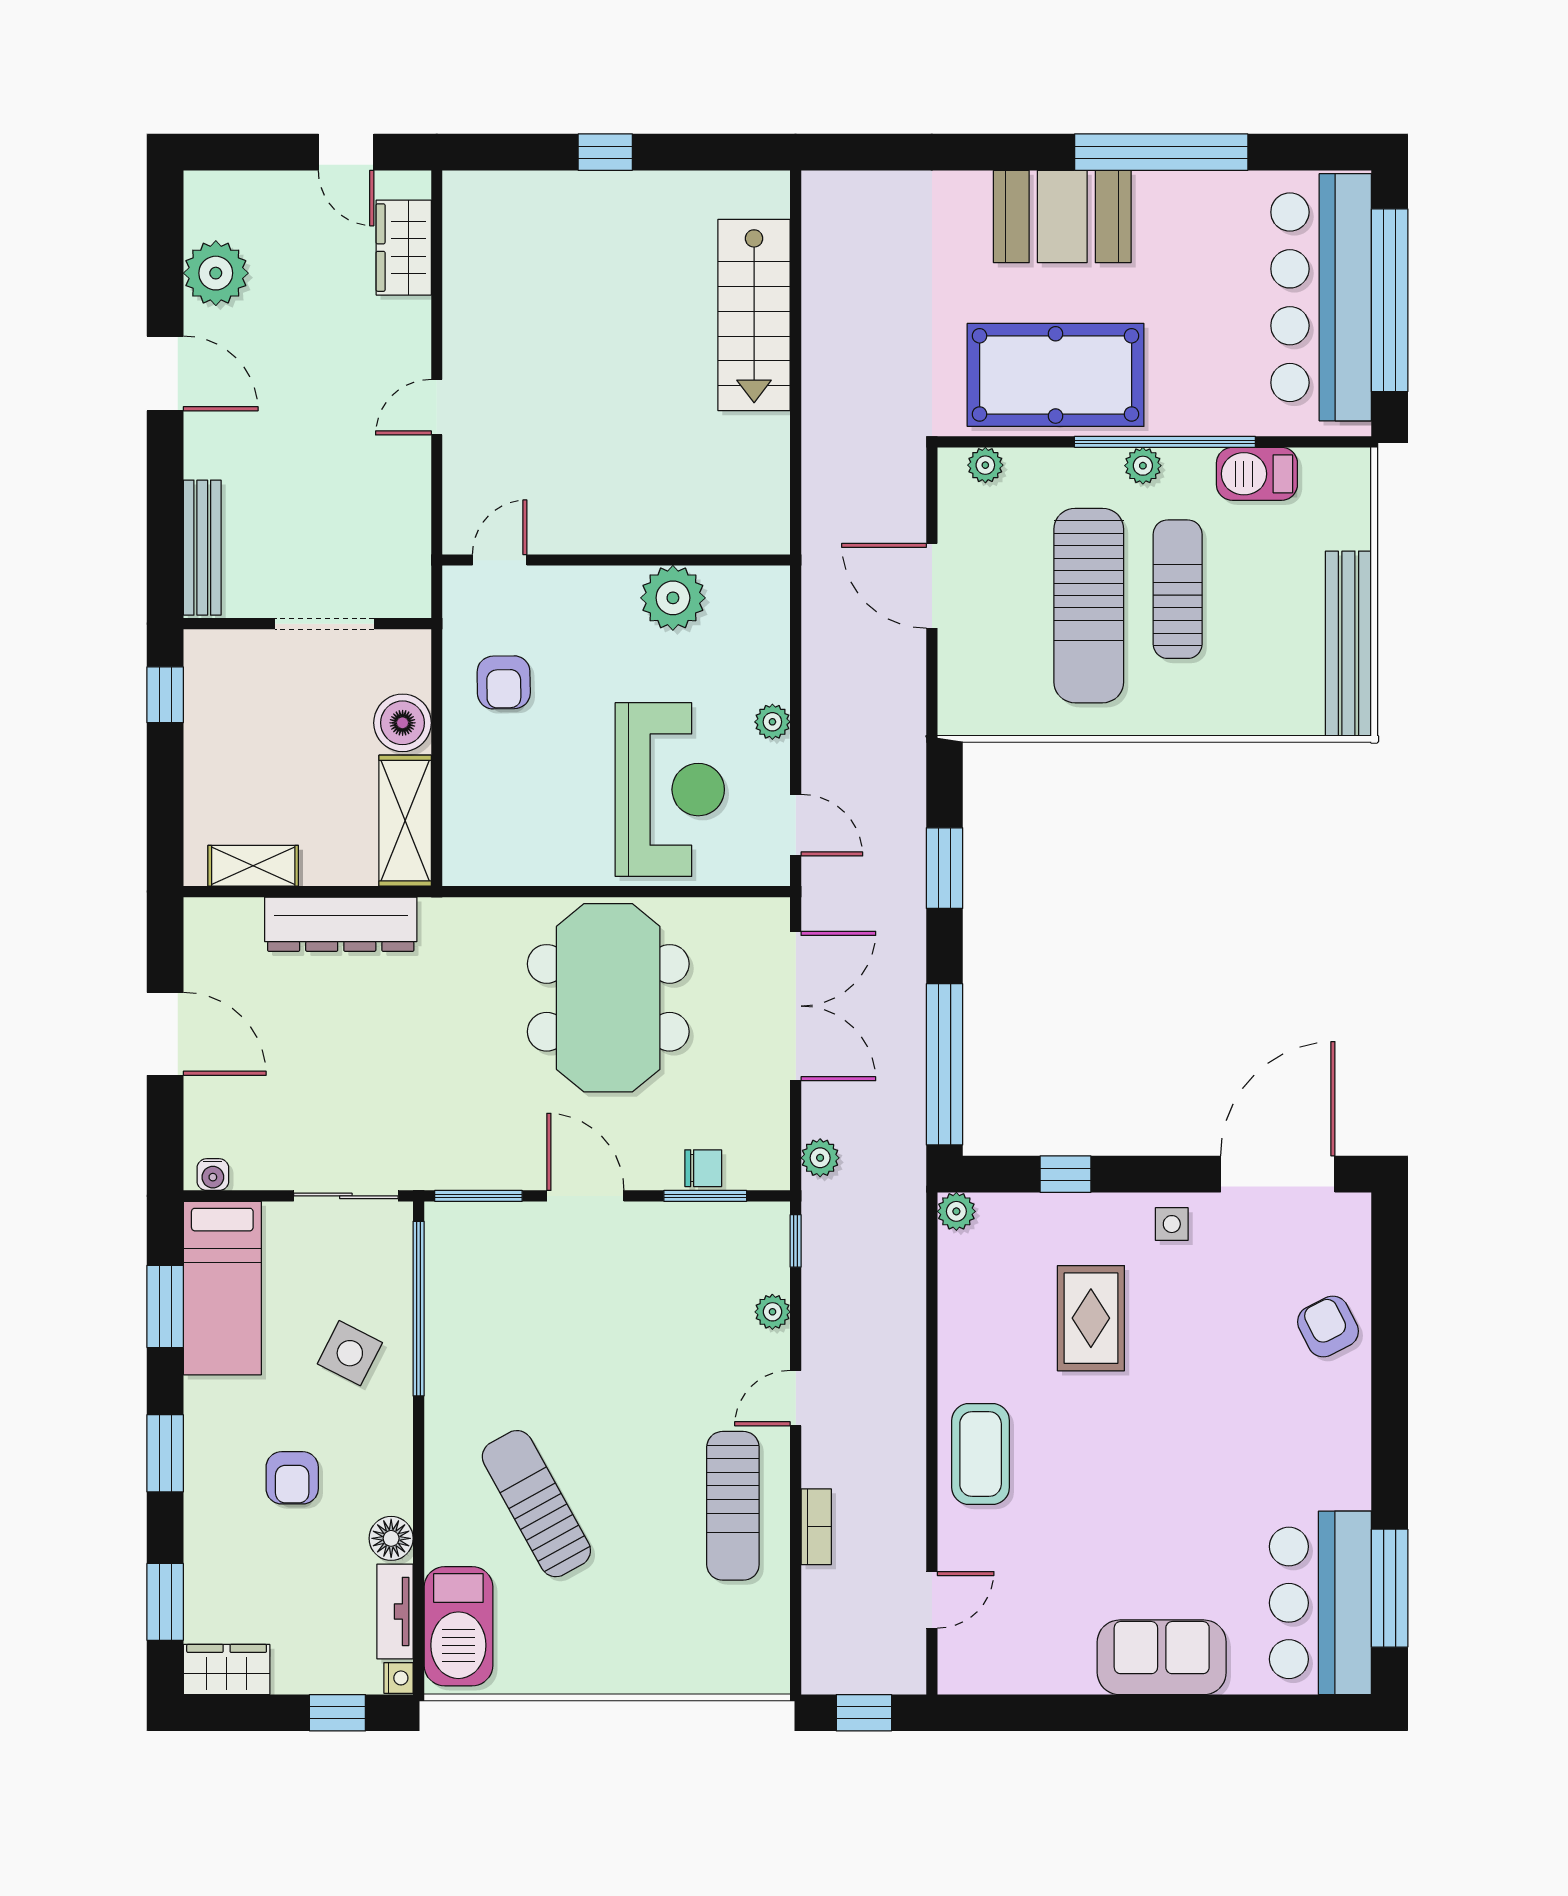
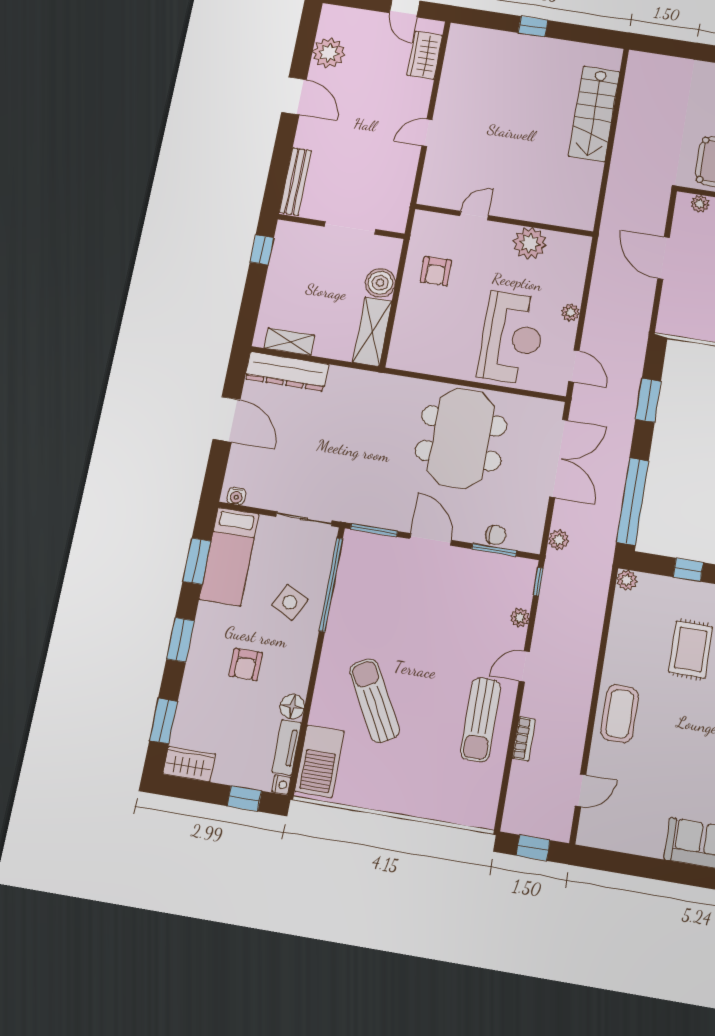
door: (500, 560) -> (474, 216), moved
dresser: (341, 924) -> (287, 372), moved

